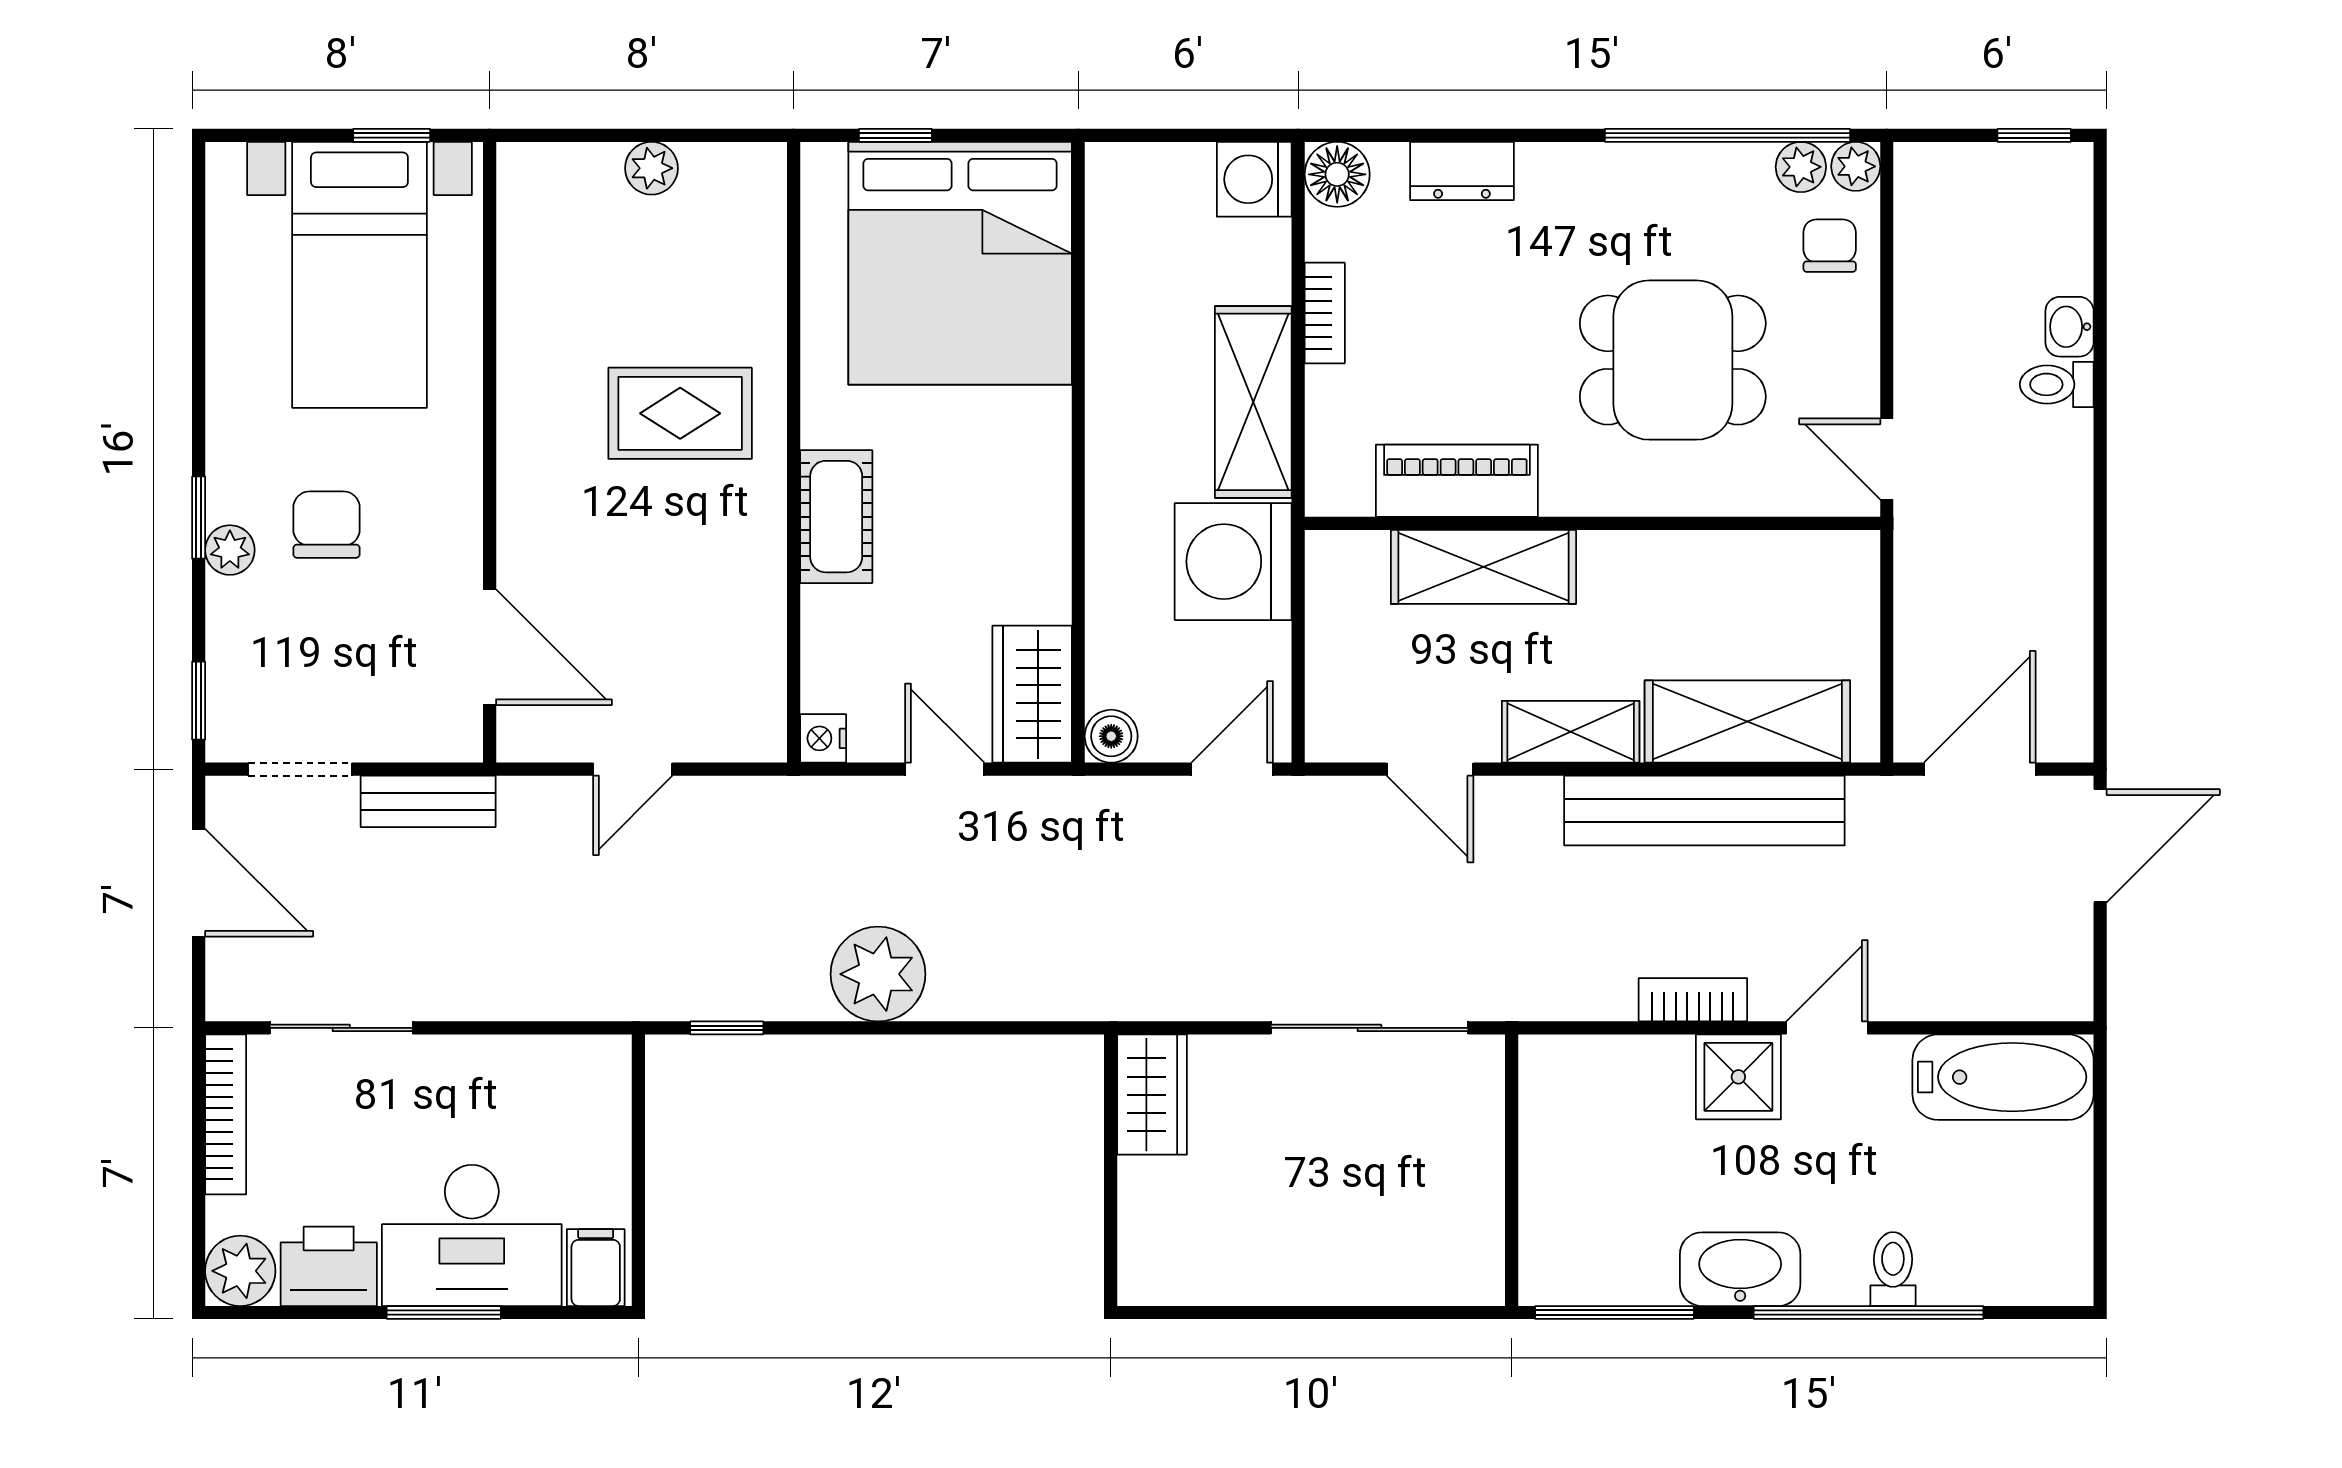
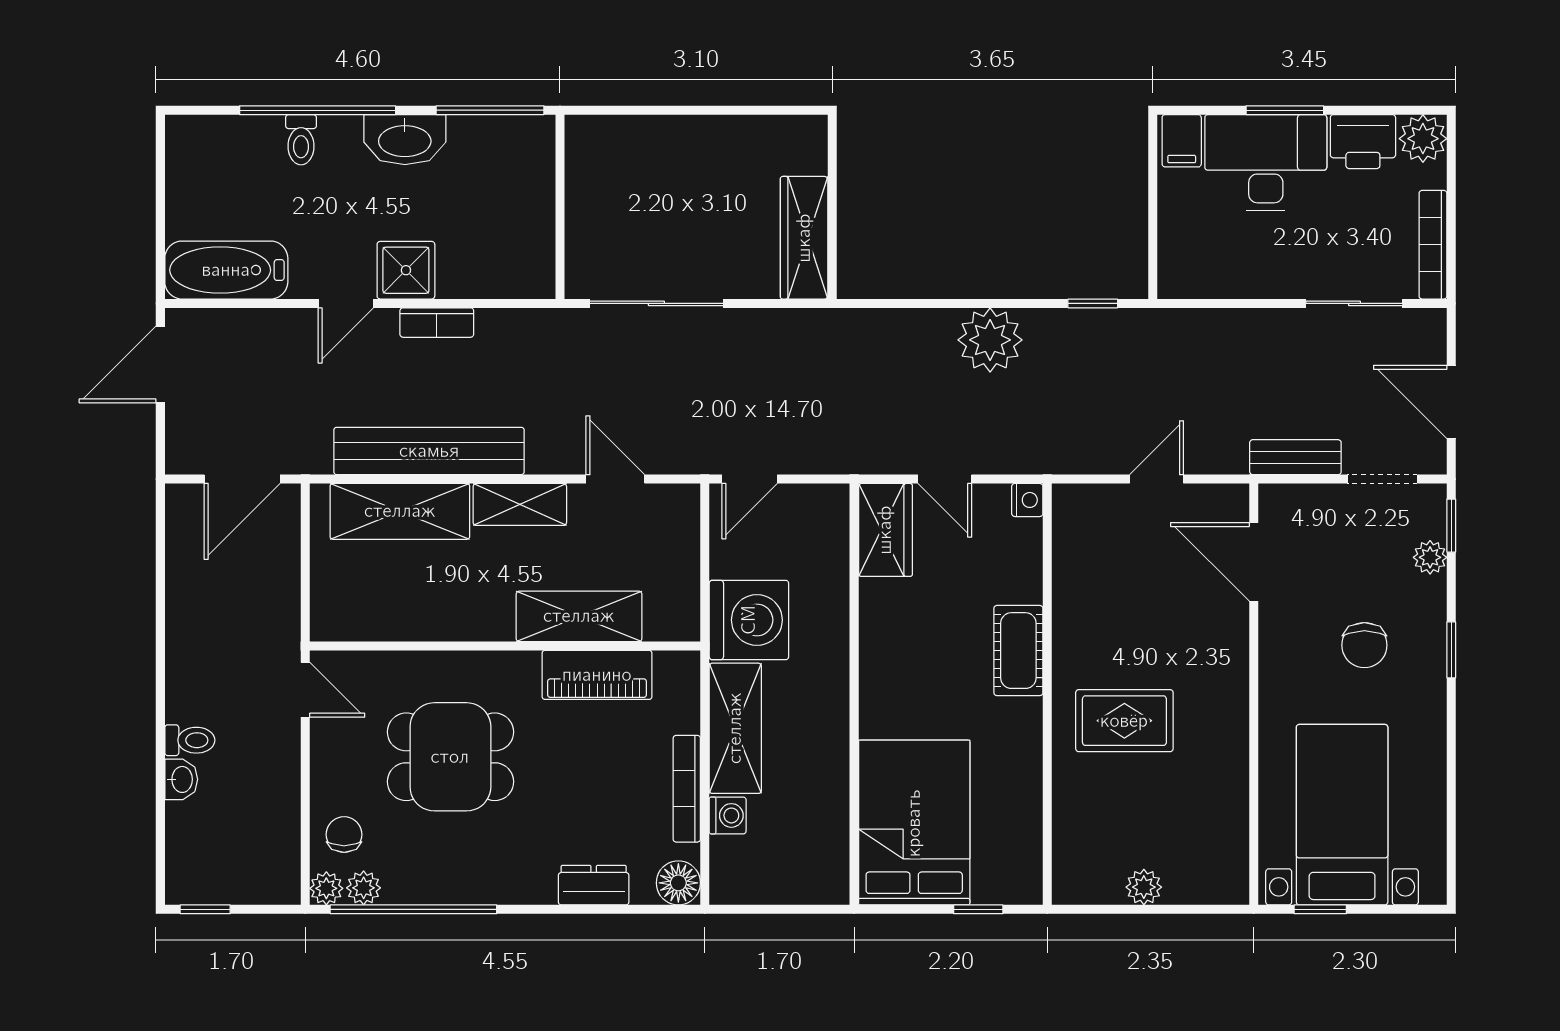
washing machine: (1254, 179) -> (728, 815), moved, width x0.73, depth x0.73
chair: (1830, 246) -> (344, 834), turned 180
bed: (960, 263) -> (914, 823), width x0.73
bookcase: (1325, 313) -> (687, 789), width x1.56
plant: (230, 550) -> (1430, 557), moved
boiler: (1111, 736) -> (832, 501), removed
door: (2100, 846) -> (160, 364), moved
wardrobe: (1152, 1095) -> (804, 238), width x1.50

